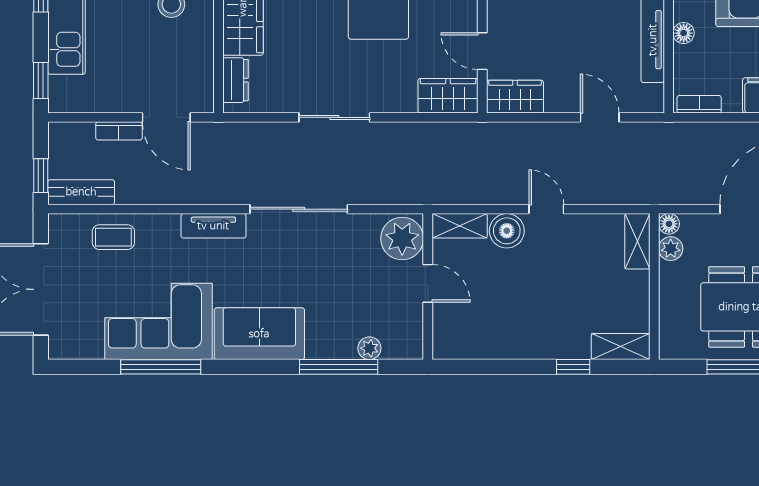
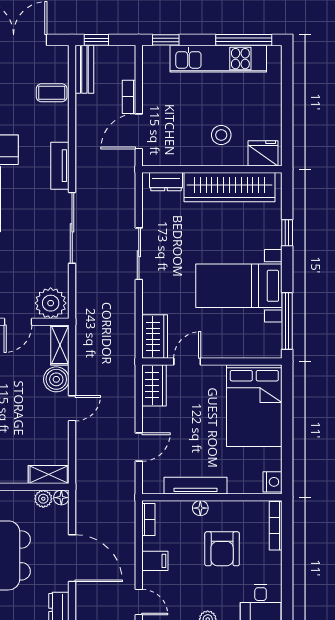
coffee table: (113, 237) -> (52, 93), turned 90

